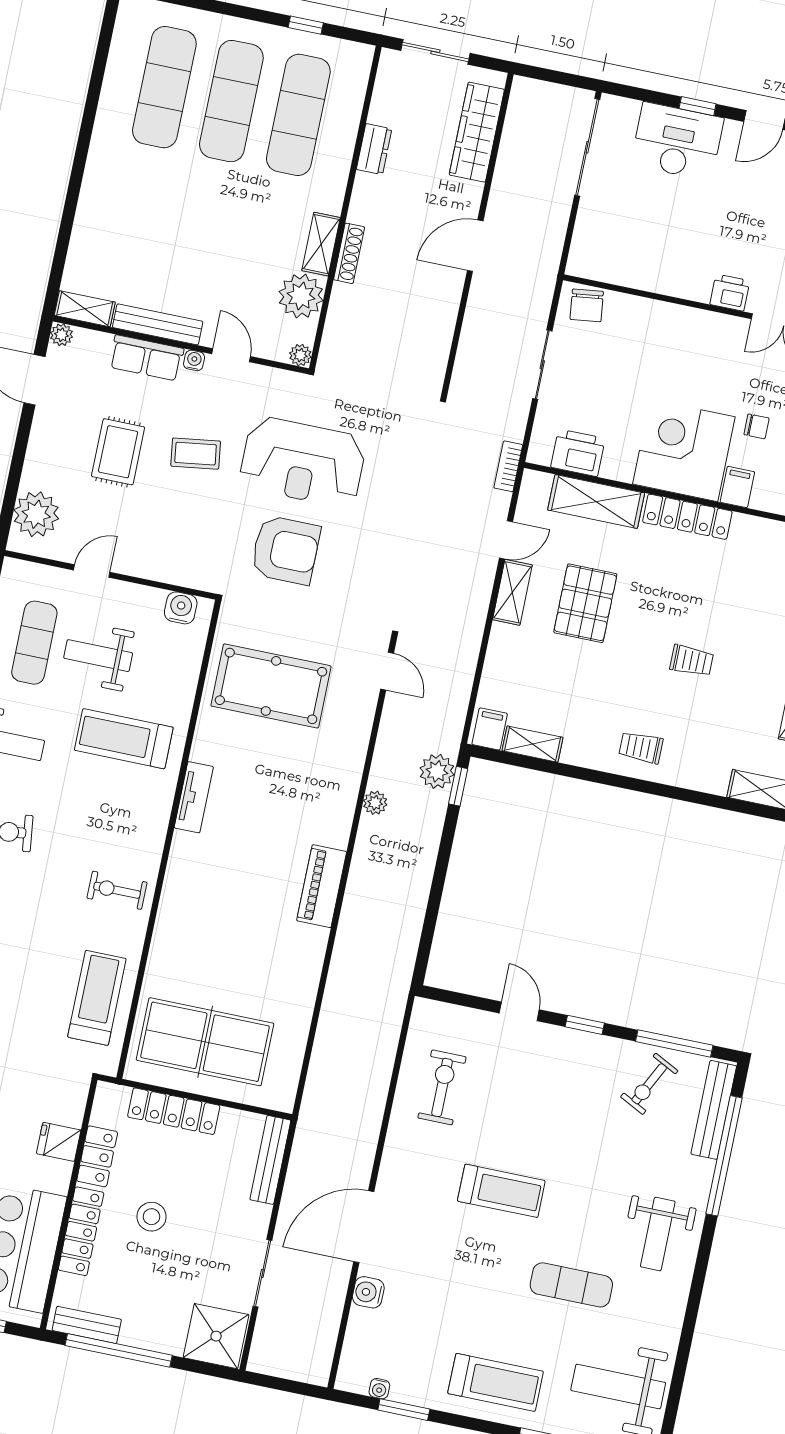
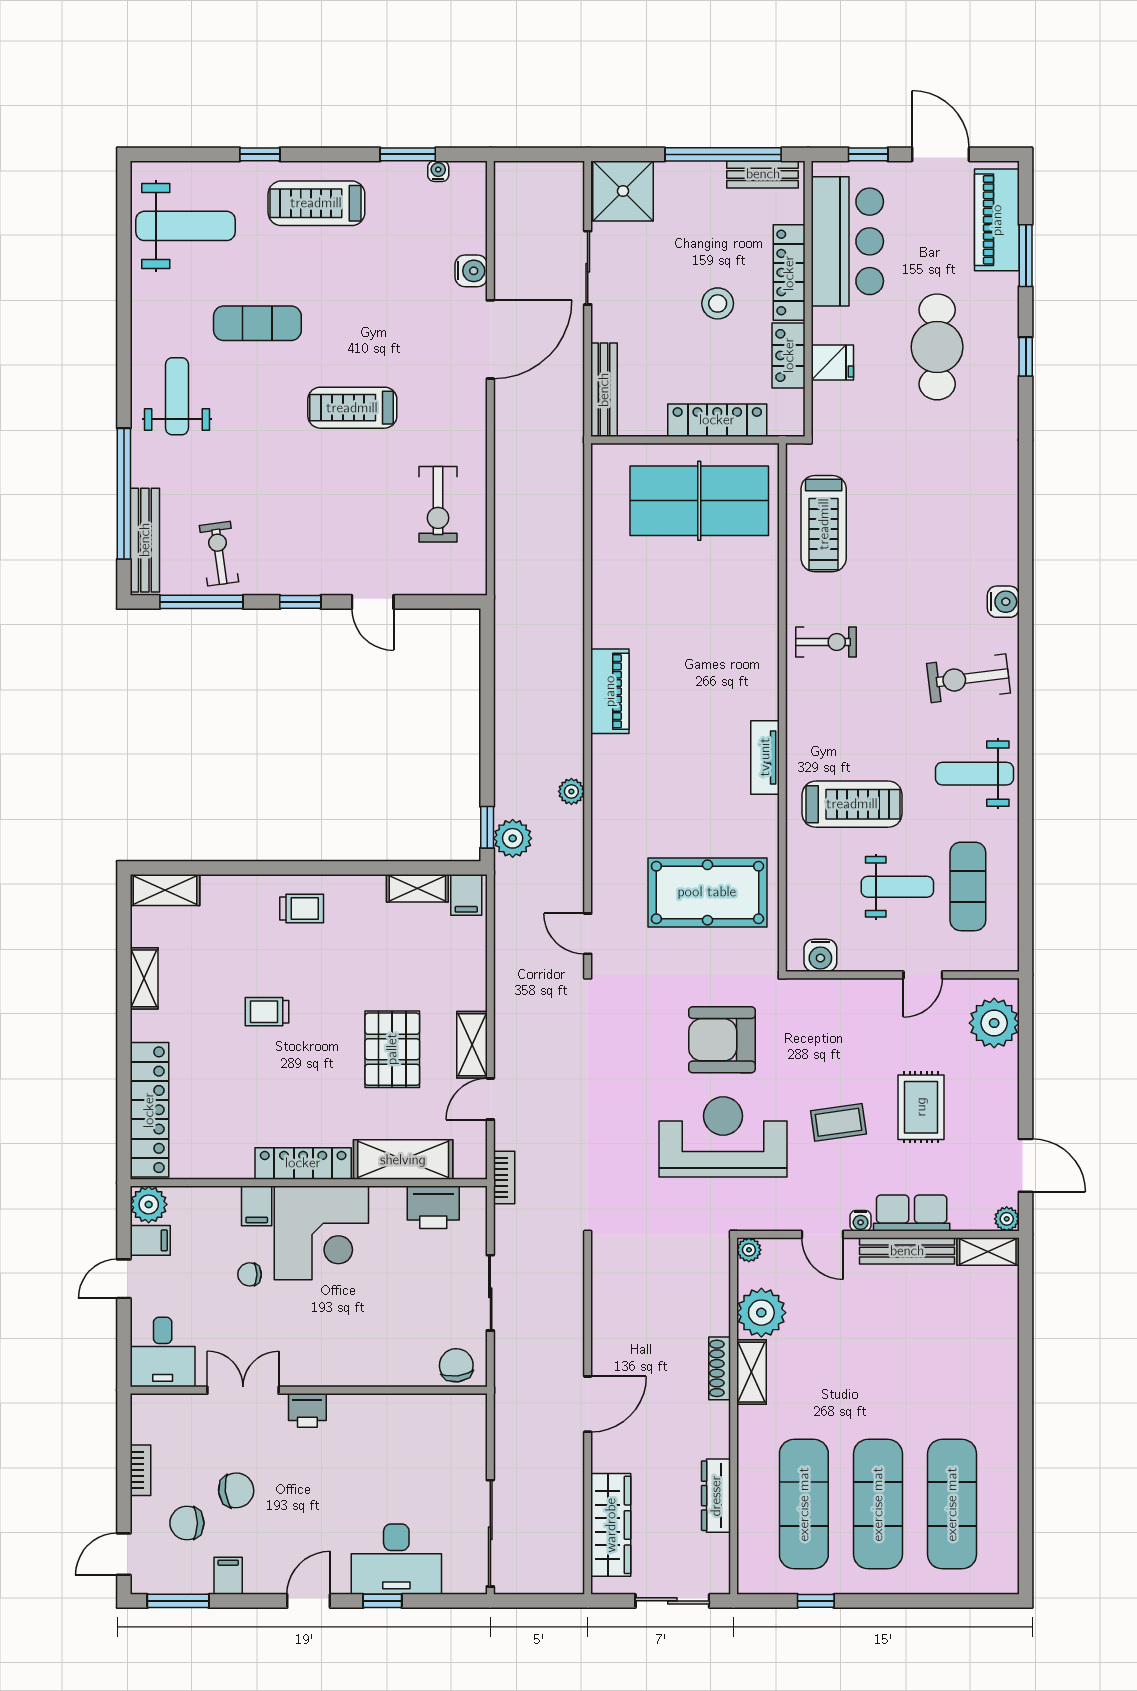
dresser: (374, 149) -> (716, 1496), width x1.44
exercise bike: (649, 1084) -> (219, 554), turned -35

